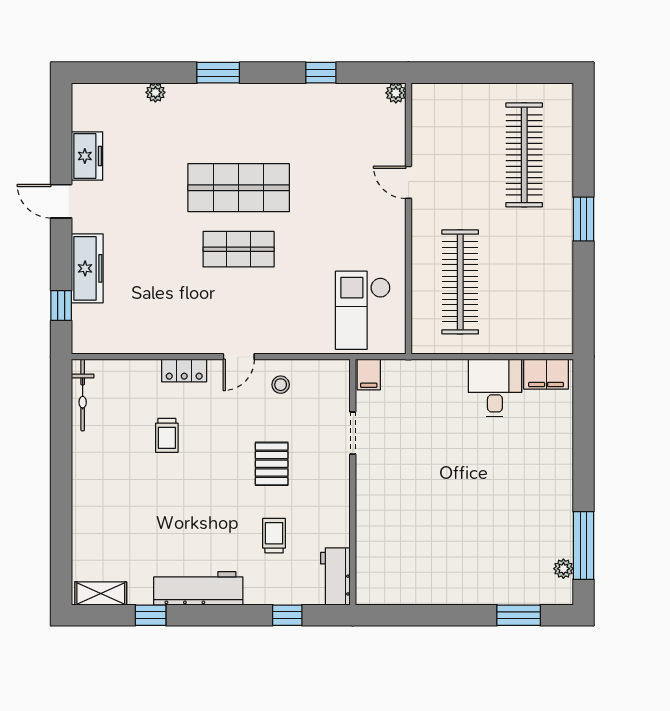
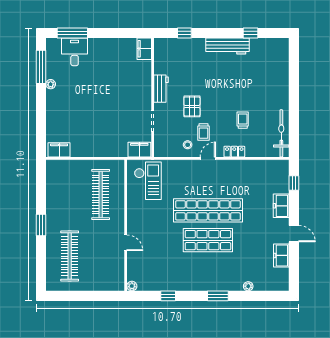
shop shelf: (239, 249) -> (208, 210), width x2.00, depth x1.36
freezer: (87, 268) -> (281, 206), width x0.71
filing cabinet: (369, 375) -> (139, 150), width x2.00
desk: (495, 388) -> (75, 52), moved, turned 180
bicycle: (83, 395) -> (281, 133), width x1.37, depth x1.40
trolley: (274, 536) -> (204, 132), moved
plant: (563, 569) -> (51, 84), moved
workbench: (335, 576) -> (161, 89), moved
filing cabinet: (370, 583) -> (144, 49), added
shelving: (101, 593) -> (275, 44), removed
window: (519, 615) -> (72, 33), width x1.44

